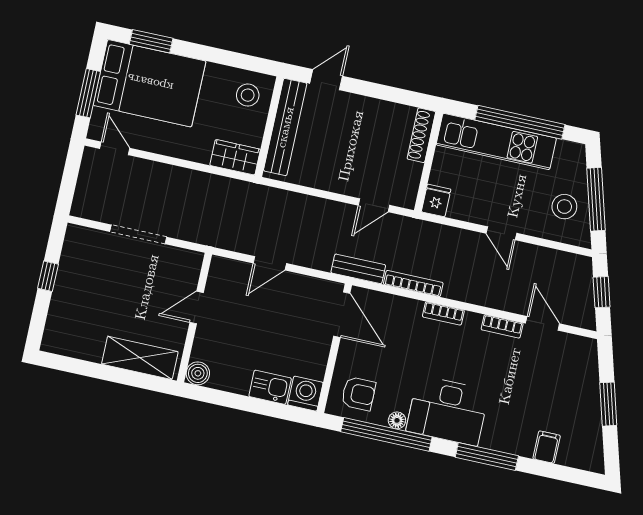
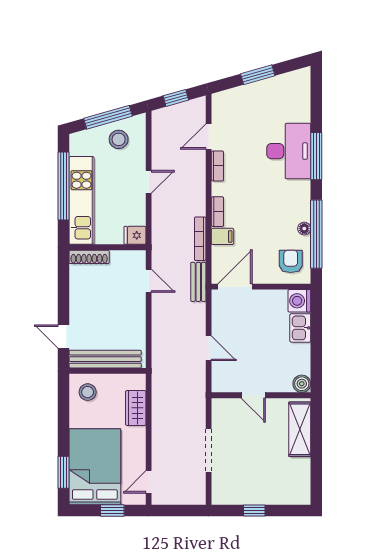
window: (88, 93) -> (112, 510), width x0.67
wardrobe: (235, 157) -> (136, 408), moved
desk: (448, 411) -> (289, 151), moved
filing cabinet: (547, 447) -> (222, 236), moved, turned 180

